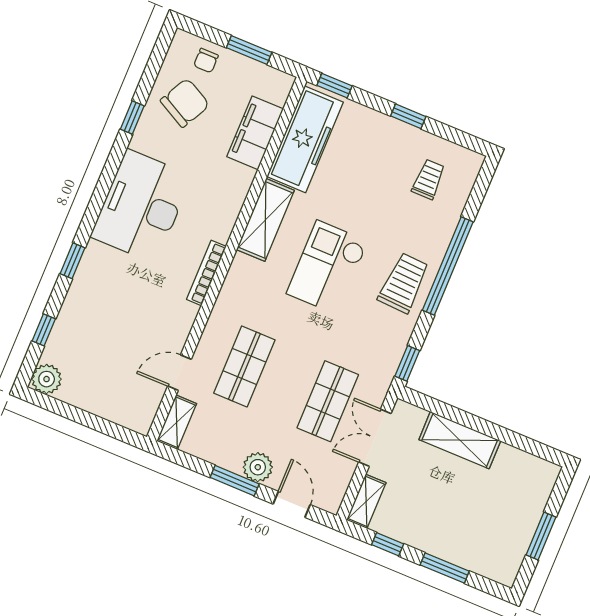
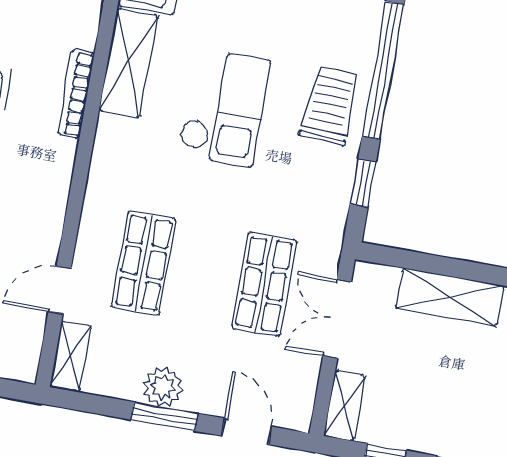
checkout: (327, 267) -> (224, 107), turned 180
bookcase: (206, 273) -> (76, 94), moved
window: (407, 363) -> (363, 183), moved
plant: (258, 467) -> (163, 387), moved

